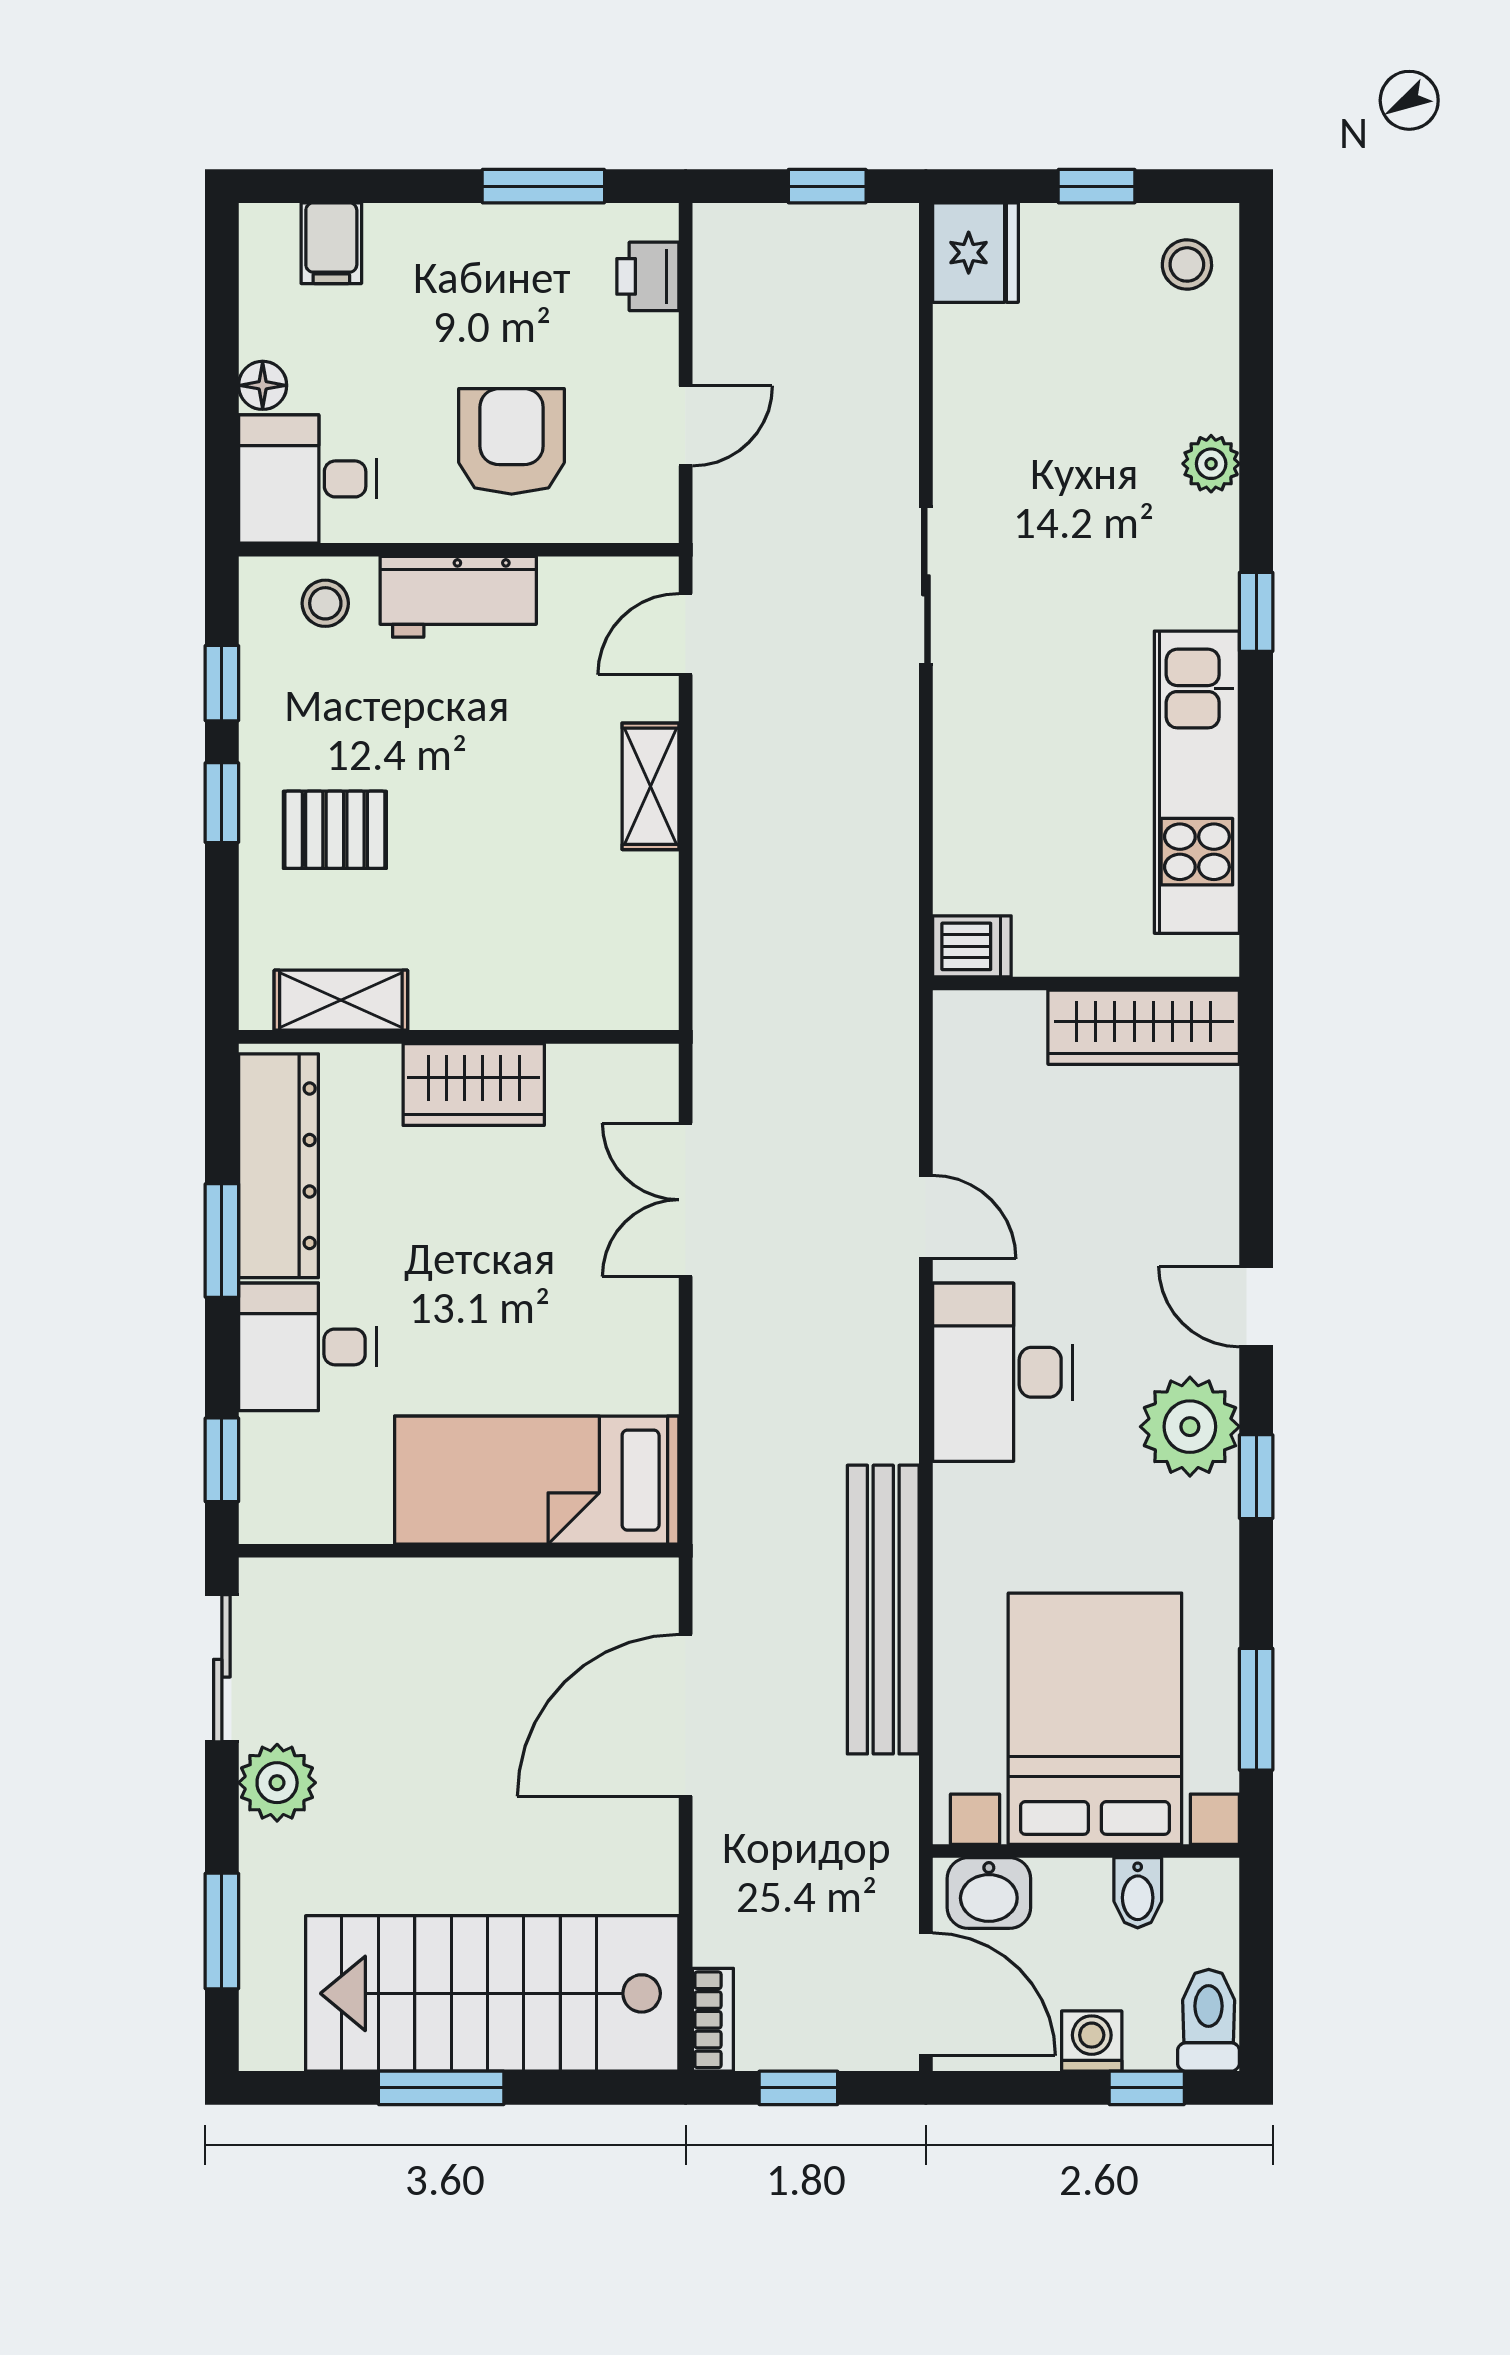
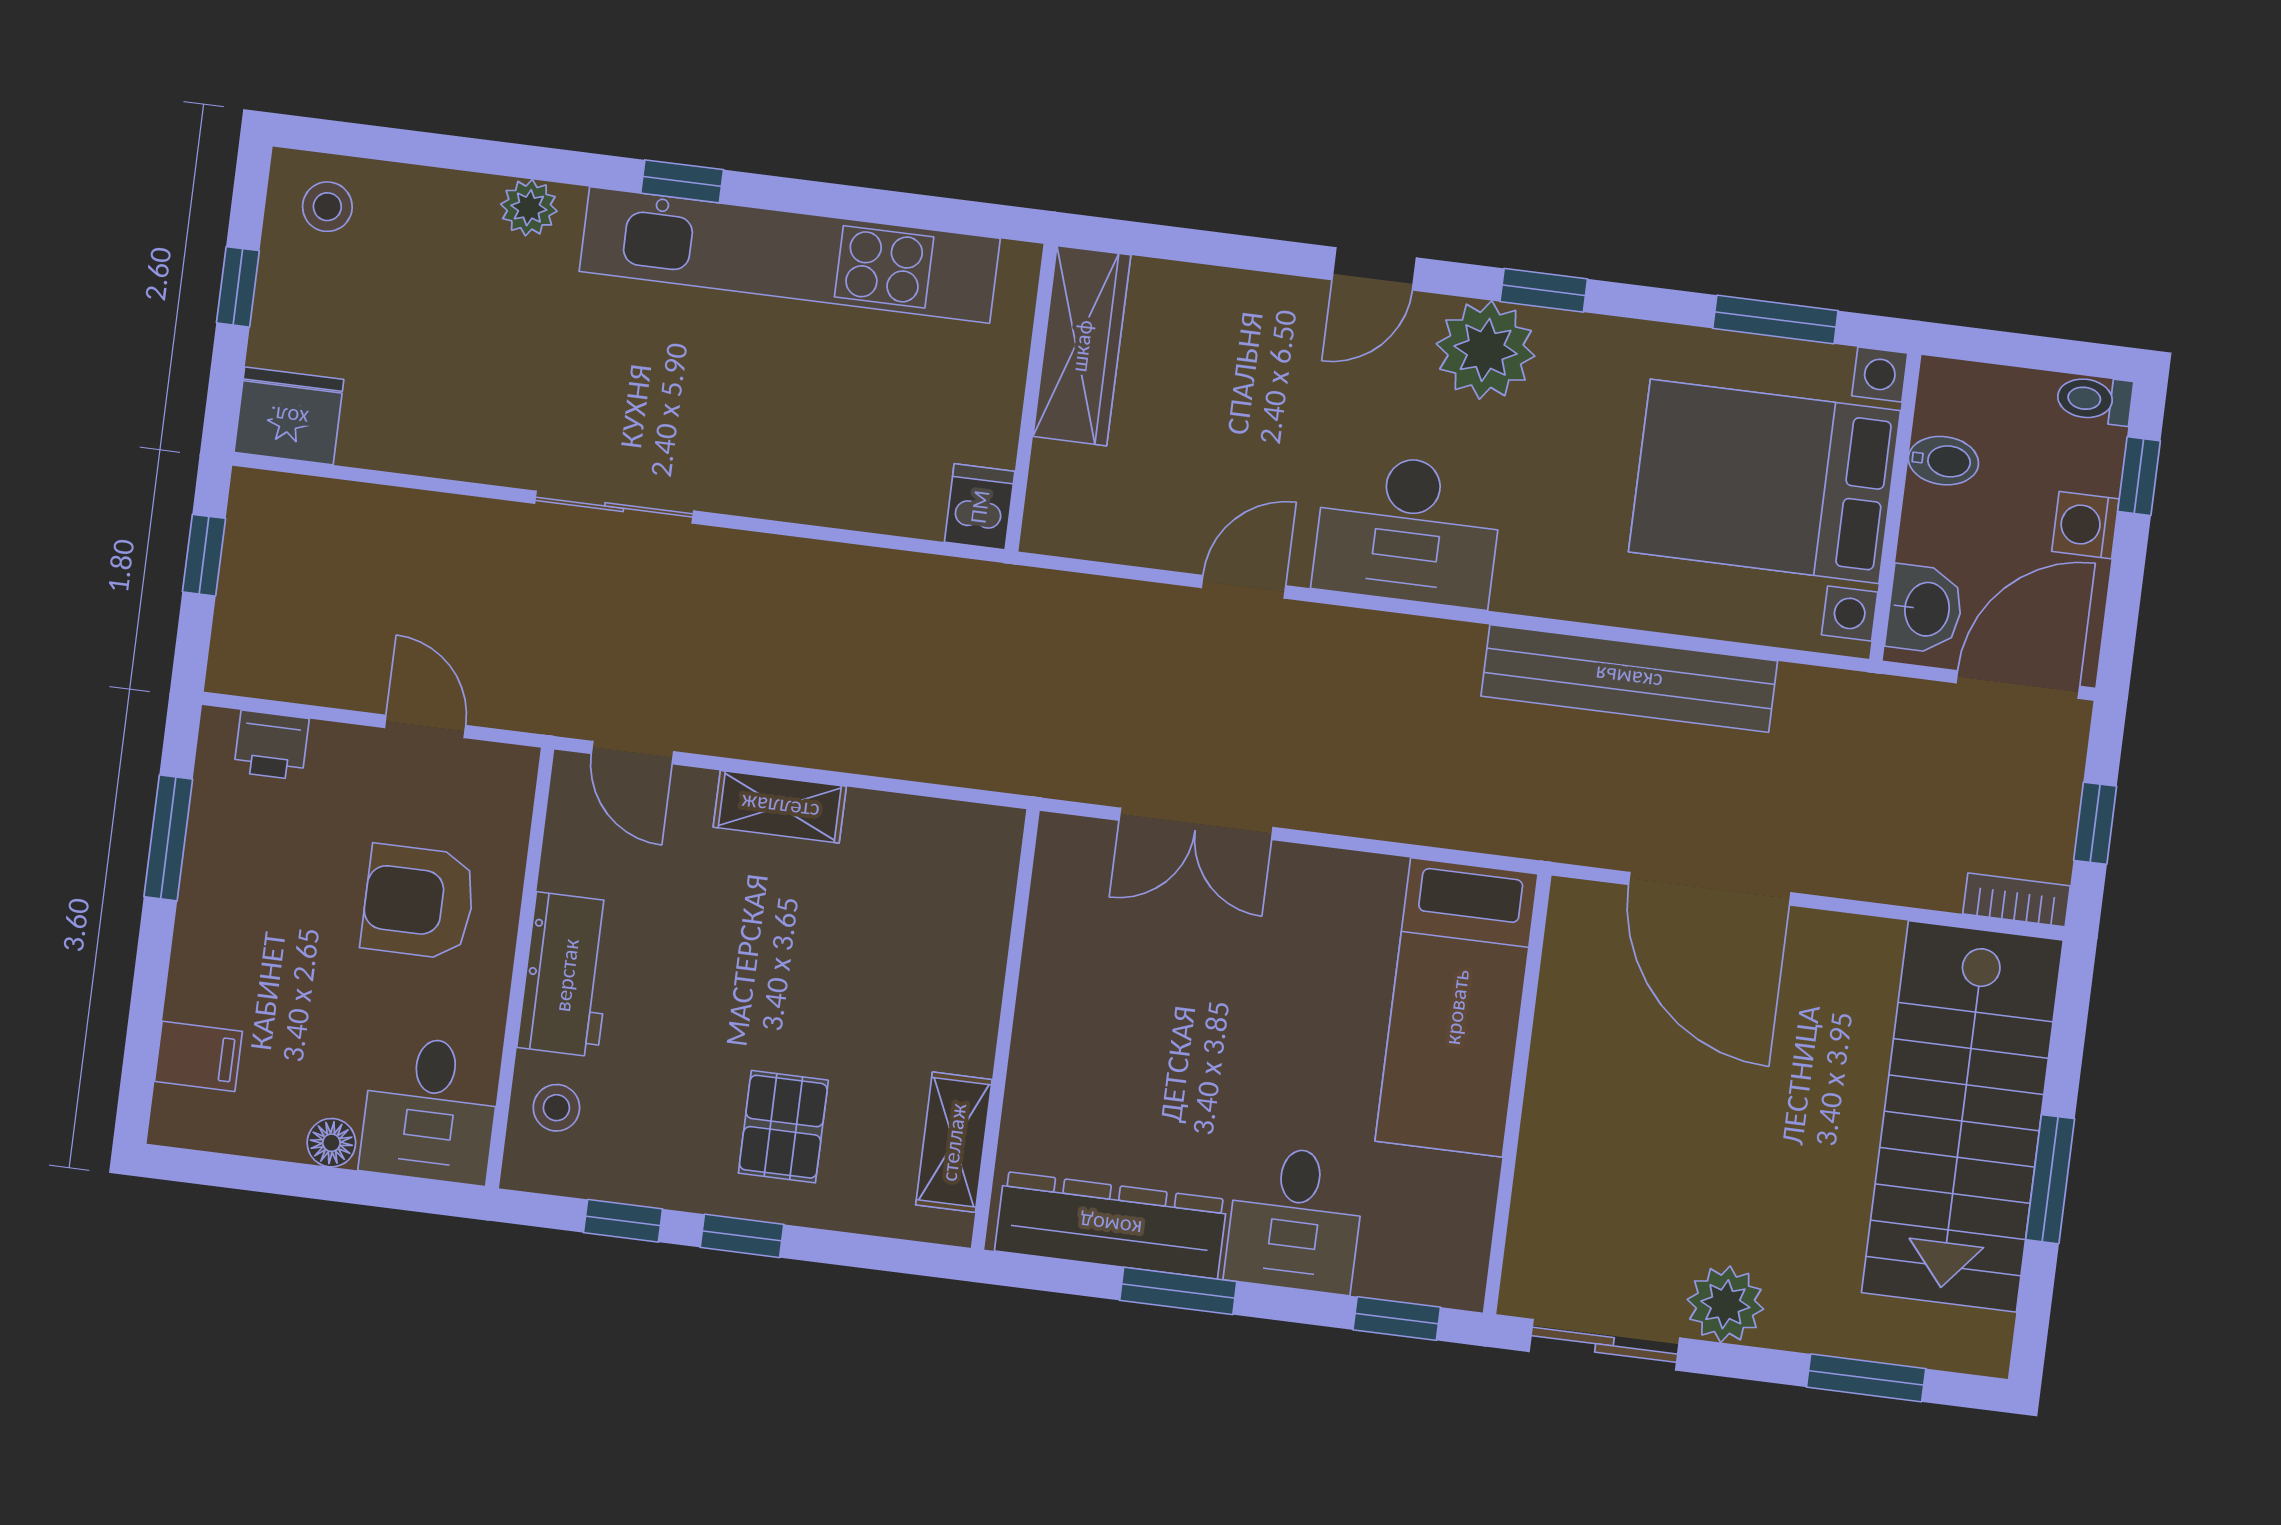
kitchen unit: (1197, 782) -> (790, 255), width x1.36
wardrobe: (474, 1085) -> (1055, 1020), removed
toilet: (1209, 2020) -> (2095, 400), width x0.73, depth x0.72

